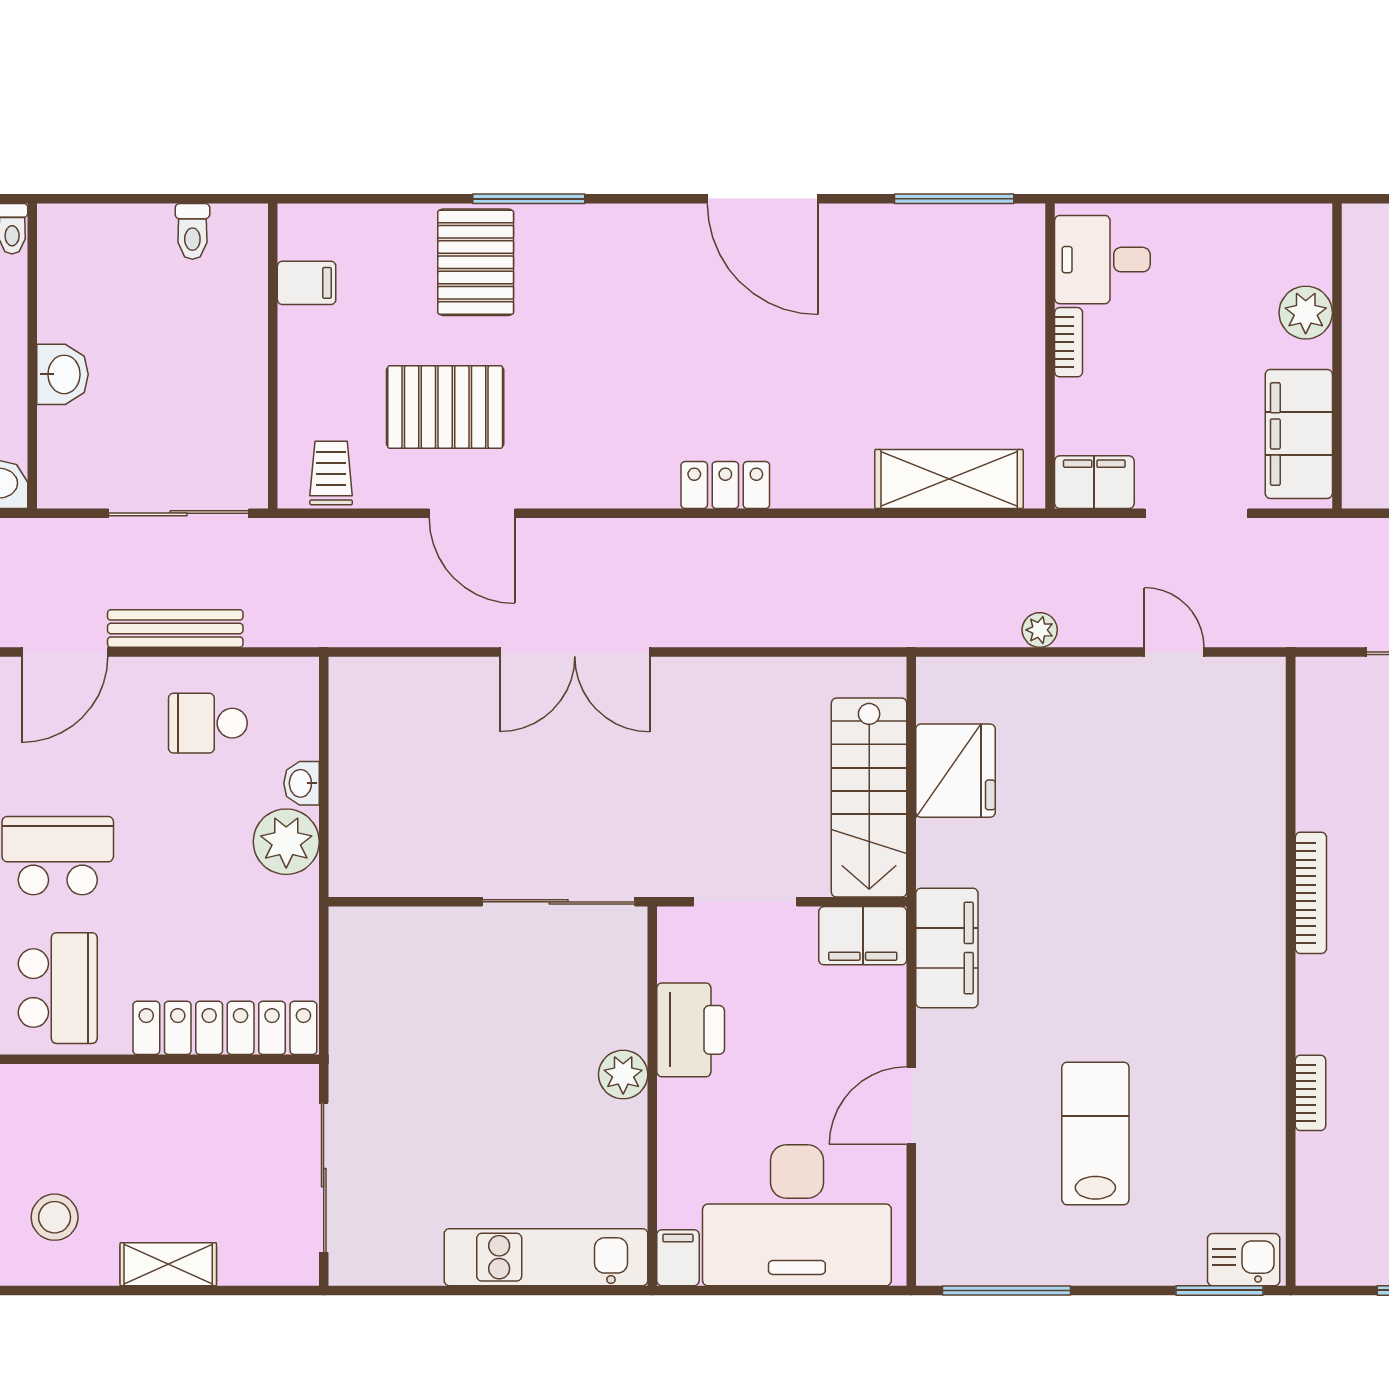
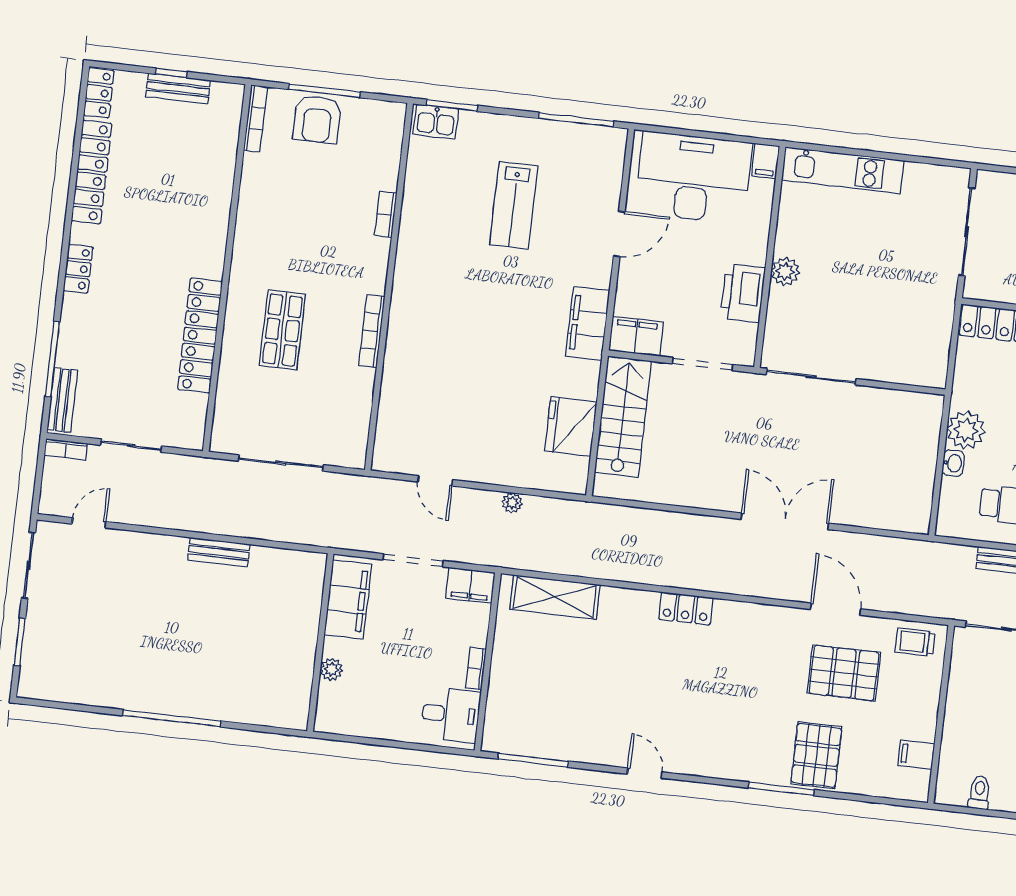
door: (763, 199) -> (645, 773), width x0.53
plant: (1306, 313) -> (331, 669), width x0.73, depth x0.73
trolley: (331, 473) -> (915, 642), turned 90

